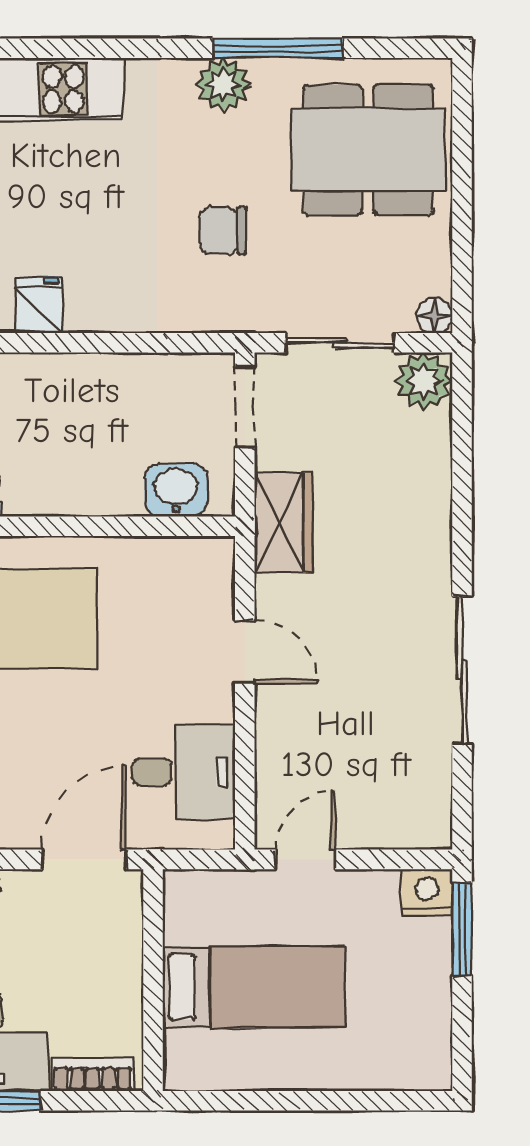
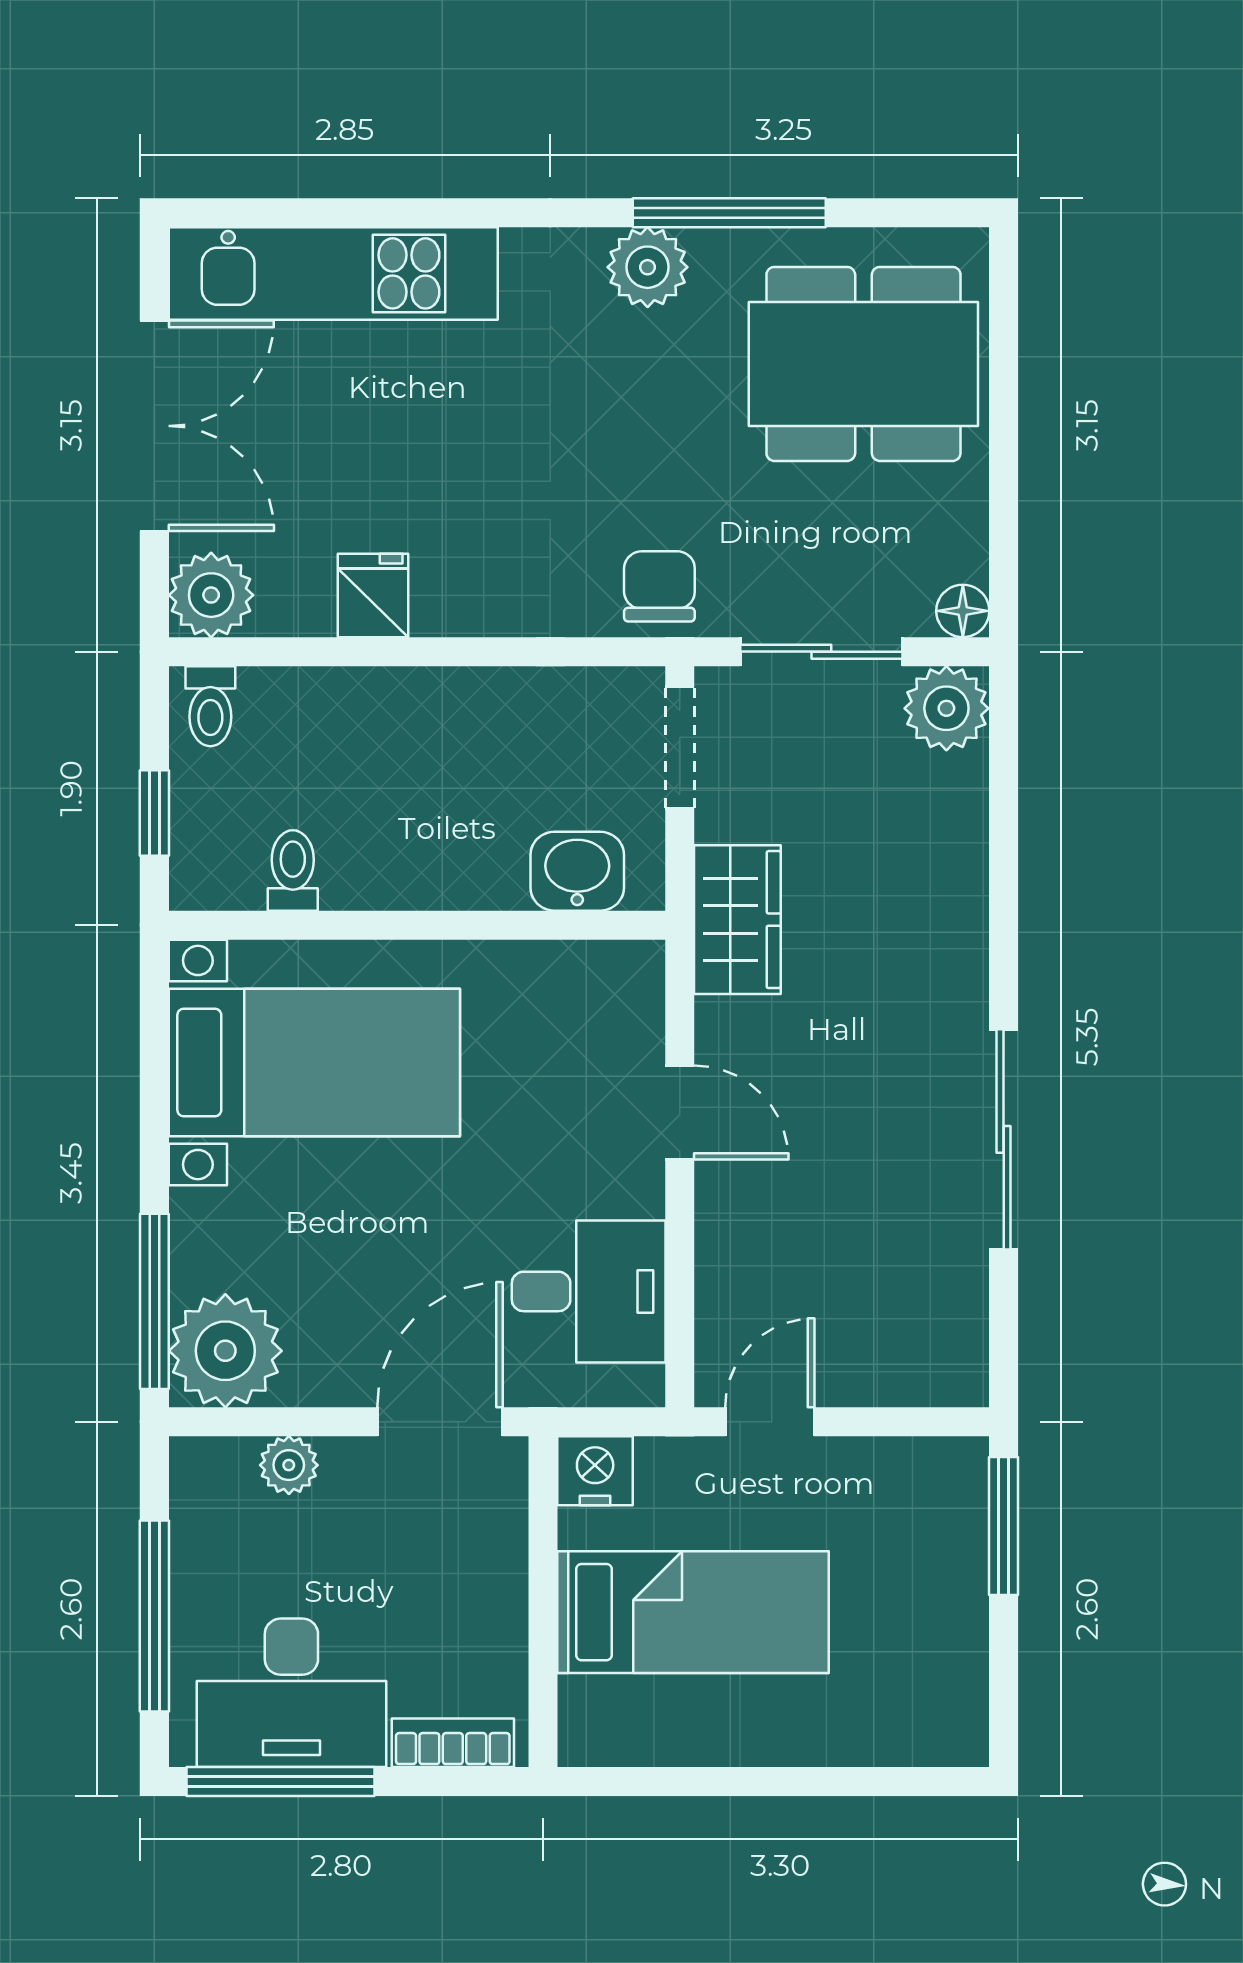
chair: (223, 231) -> (659, 586), moved, turned 90
nightstand: (427, 892) -> (595, 1471), moved

